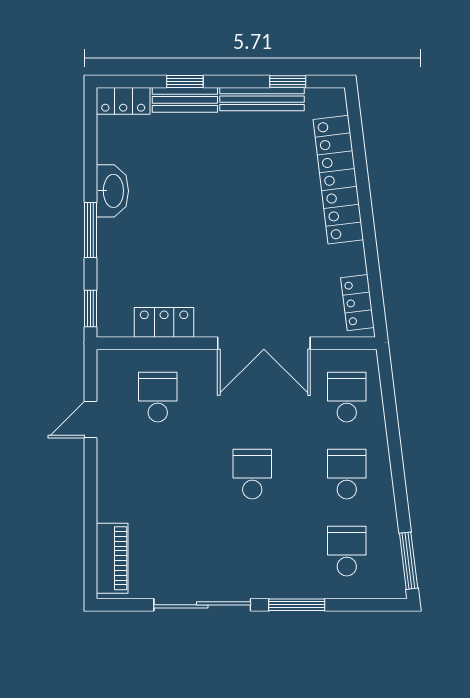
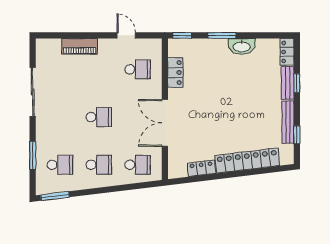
locker: (357, 303) -> (201, 168), moved
piano: (112, 558) -> (80, 46), moved
window: (297, 605) -> (33, 155), moved

